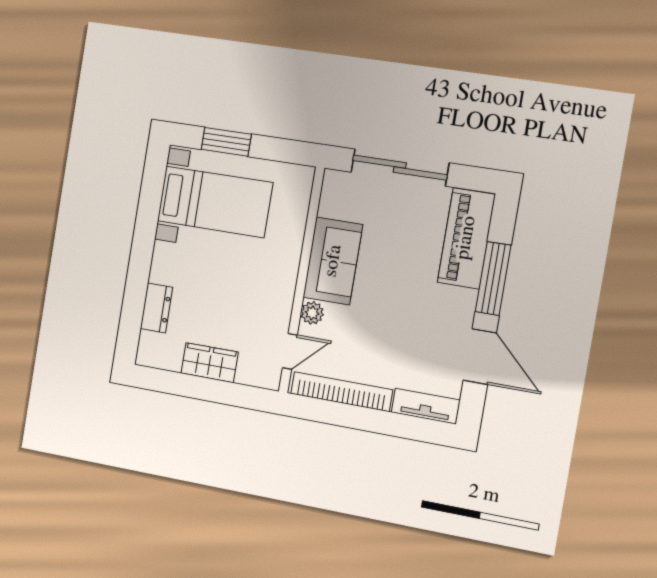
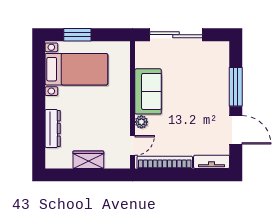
piano: (466, 238) -> (218, 68), removed
dresser: (156, 308) -> (53, 129), width x1.44

